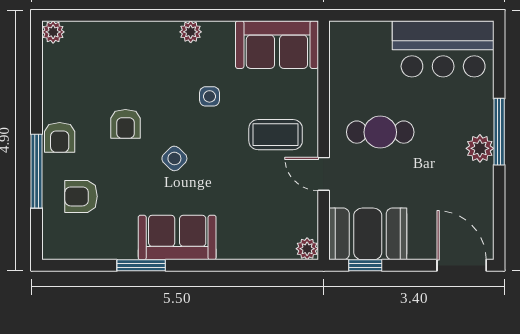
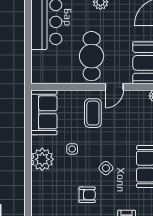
plant: (191, 32) -> (42, 159), width x1.87, depth x1.87
cafe table: (380, 132) -> (92, 56), width x1.37, depth x1.35

